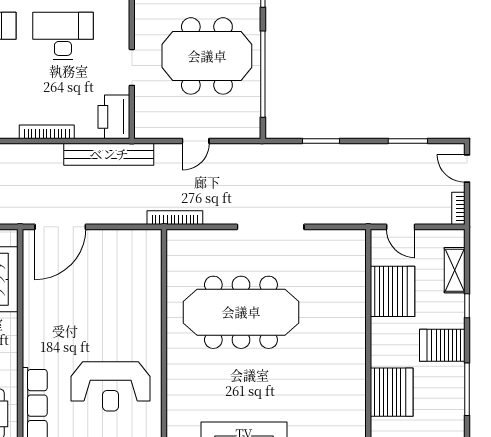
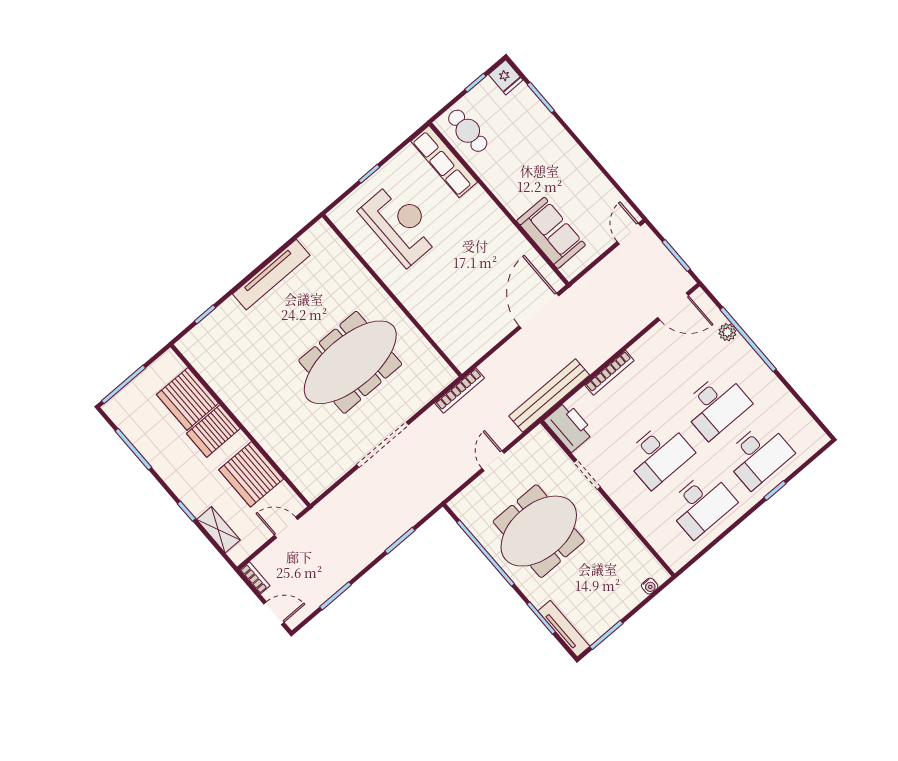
server rack: (442, 345) -> (213, 431), moved, turned 180
reception desk: (111, 386) -> (400, 224), turned 90

